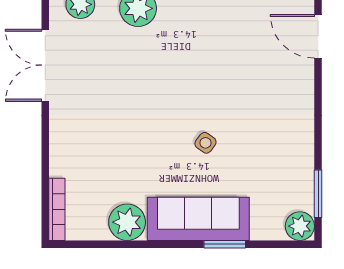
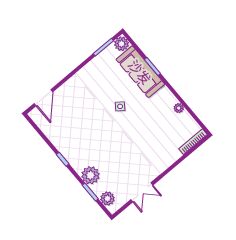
double door: (45, 65) -> (142, 192), width x0.73
sofa: (198, 219) -> (140, 72), moved
plant: (127, 222) -> (179, 108), width x0.53, depth x0.53

